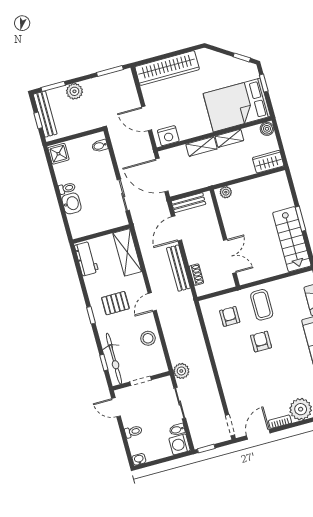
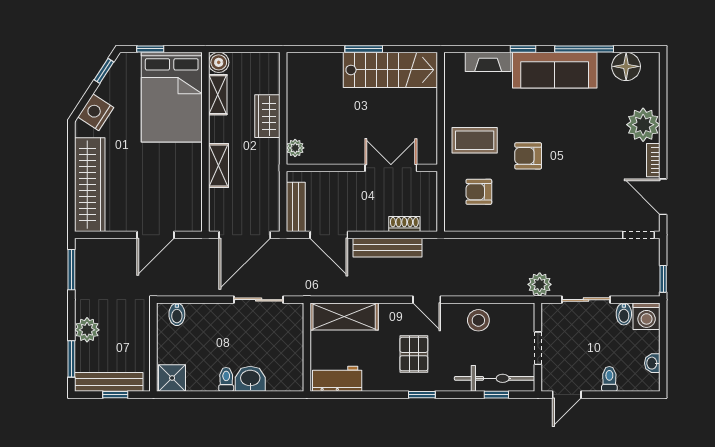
nightstand: (168, 136) -> (96, 112), moved, turned -147
shelving: (229, 138) -> (218, 95), moved
wardrobe: (268, 162) -> (267, 116), moved
washbasin: (139, 459) -> (652, 363), moved

